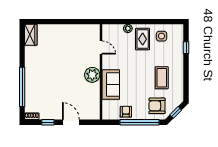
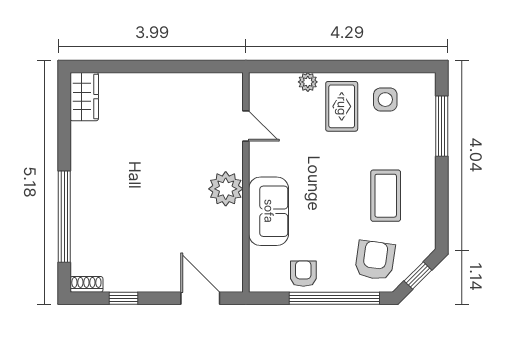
window: (186, 48) -> (442, 126), width x2.17
armchair: (157, 106) -> (375, 260), turned 98
door: (71, 122) -> (200, 298), moved

